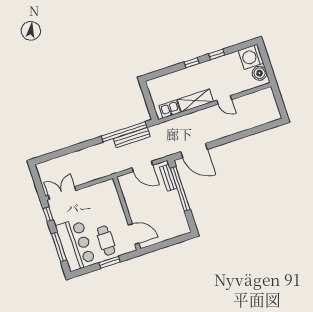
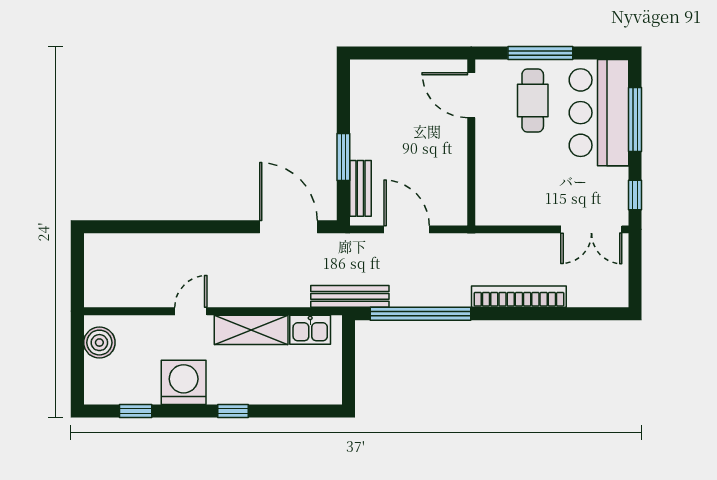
window: (217, 54) -> (136, 411), moved
washing machine: (251, 57) -> (184, 382), moved, turned -90
door: (224, 100) -> (191, 311), hinge flipped
bench: (132, 138) -> (350, 296), moved
bookcase: (84, 153) -> (519, 297), added
window: (180, 189) -> (343, 157), width x0.47
window: (110, 262) -> (540, 53), width x1.44

